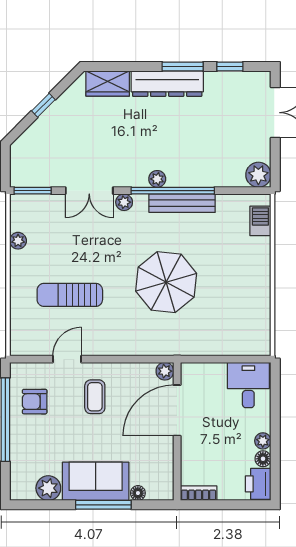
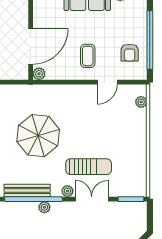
plant: (18, 241) -> (141, 102), moved
sun lounger: (70, 295) -> (89, 167), moved
armchair: (35, 402) -> (130, 53), turned 90

